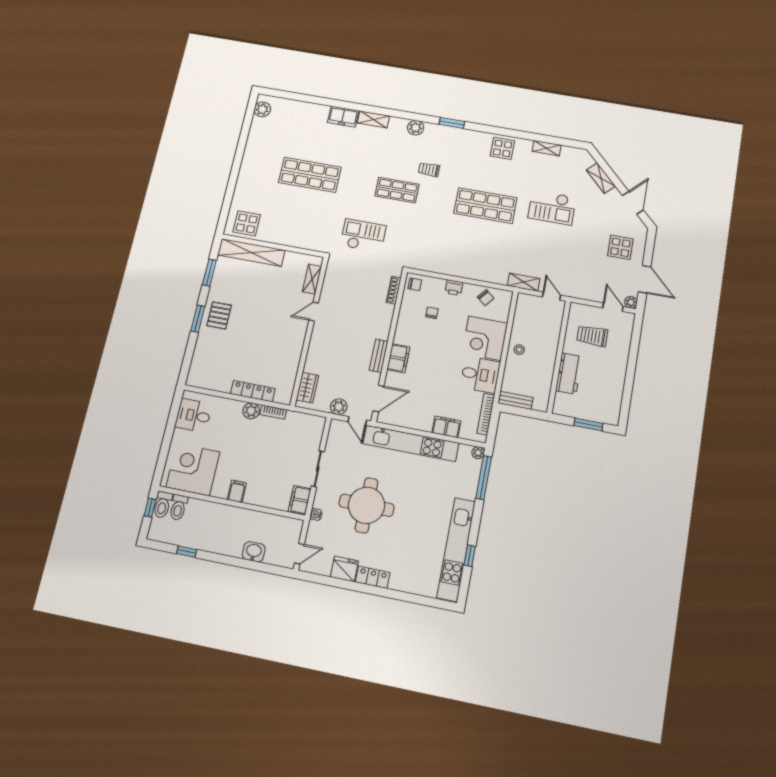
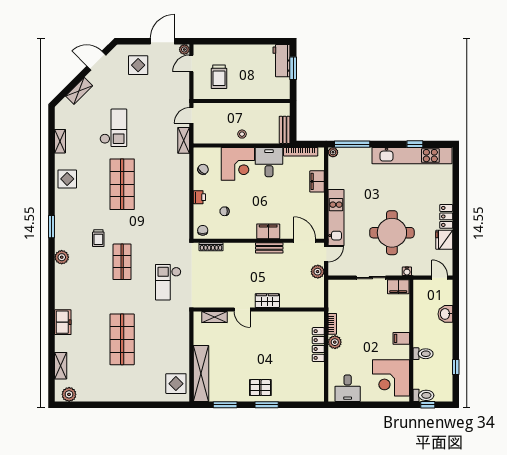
shelving: (373, 119) -> (61, 366), moved
workbench: (569, 374) -> (281, 61), moved, turned -90
wardrobe: (307, 388) -> (267, 301), moved
kitchen unit: (411, 443) -> (336, 218), width x0.73
toilet: (178, 507) -> (423, 354), moved

